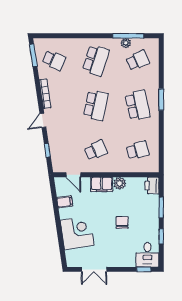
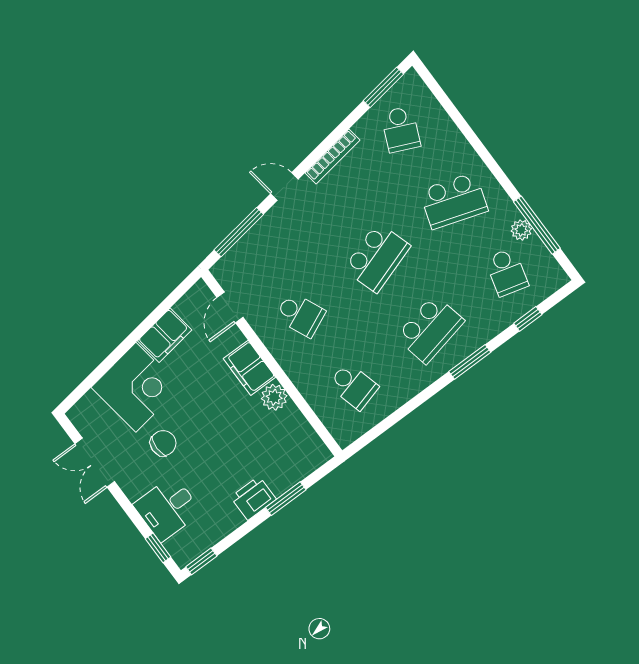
school desk: (138, 60) -> (507, 272), turned 39
window: (161, 65) -> (528, 319), added
school desk: (96, 105) -> (377, 258), turned -30
window: (47, 150) -> (239, 232), width x2.17
printer: (152, 186) -> (253, 498), moved
filing cabinet: (65, 202) -> (165, 335), width x2.00
chair: (122, 222) -> (163, 443), moved
window: (161, 236) -> (201, 561), moved
desk: (147, 255) -> (167, 508), moved

